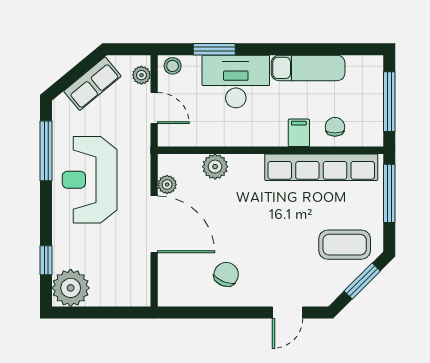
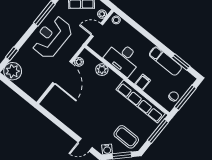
window: (214, 49) -> (181, 62), moved
desk: (236, 82) -> (123, 58), moved, turned 180
door: (154, 108) -> (97, 30), swing flipped
chair: (335, 127) -> (174, 96), moved
chair: (226, 274) -> (74, 113), removed
water cooler: (330, 291) -> (107, 149), added

